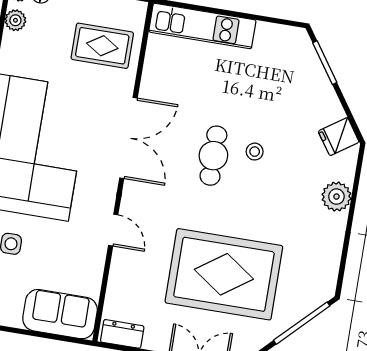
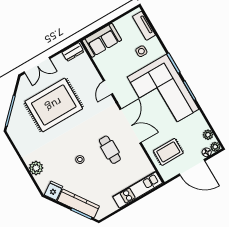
kitchen counter: (316, 83) -> (78, 203), added
double door: (128, 138) -> (131, 126), swing flipped
cafe table: (213, 156) -> (110, 150), moved
door: (113, 230) -> (108, 87), hinge flipped

